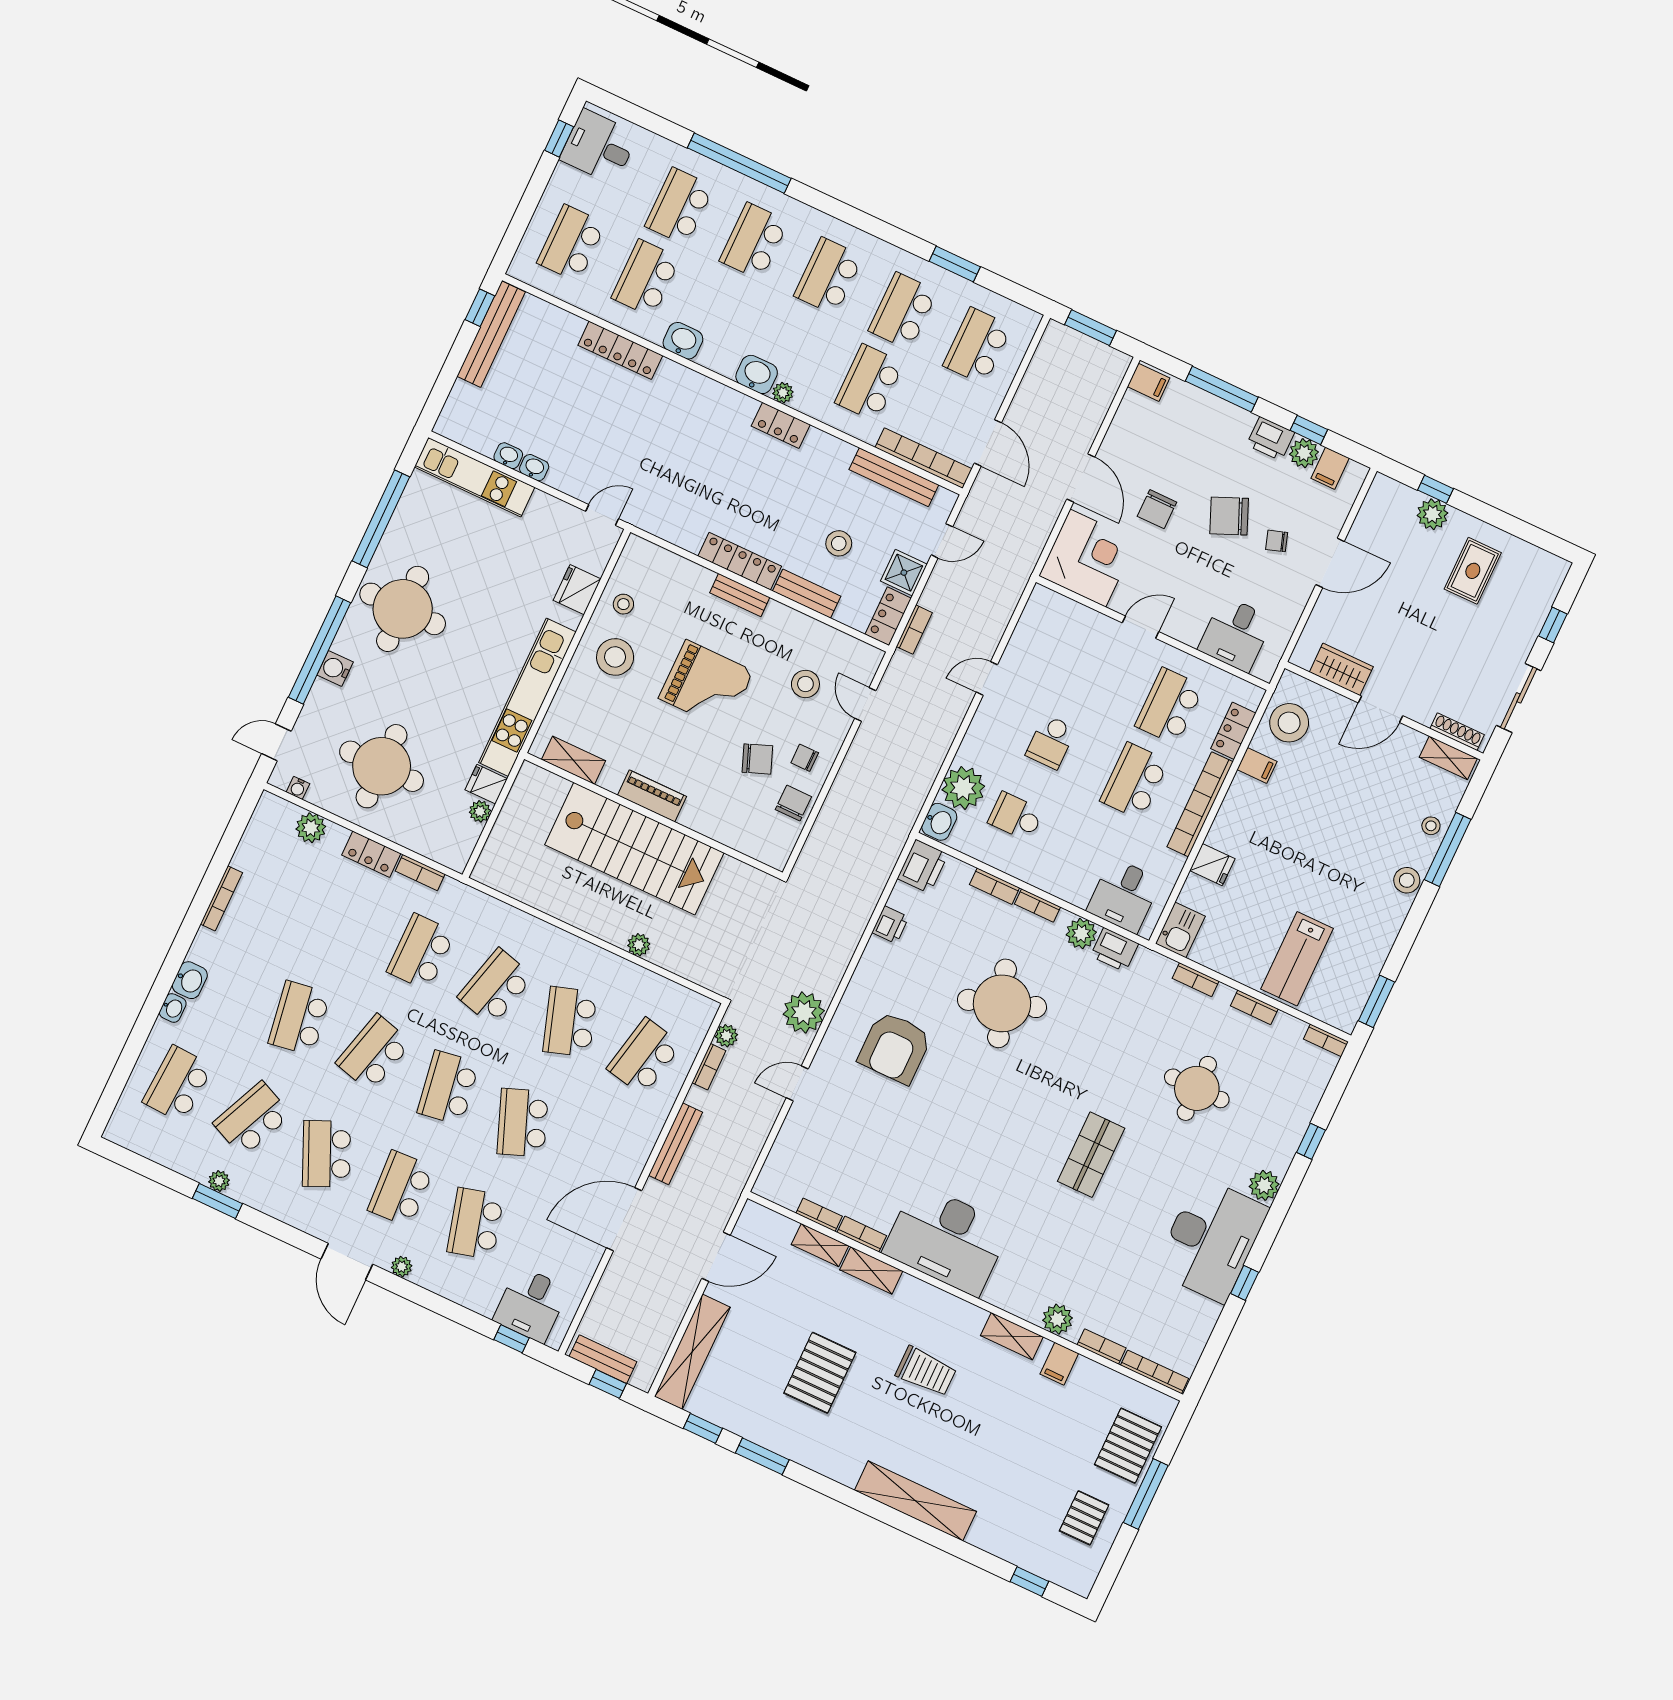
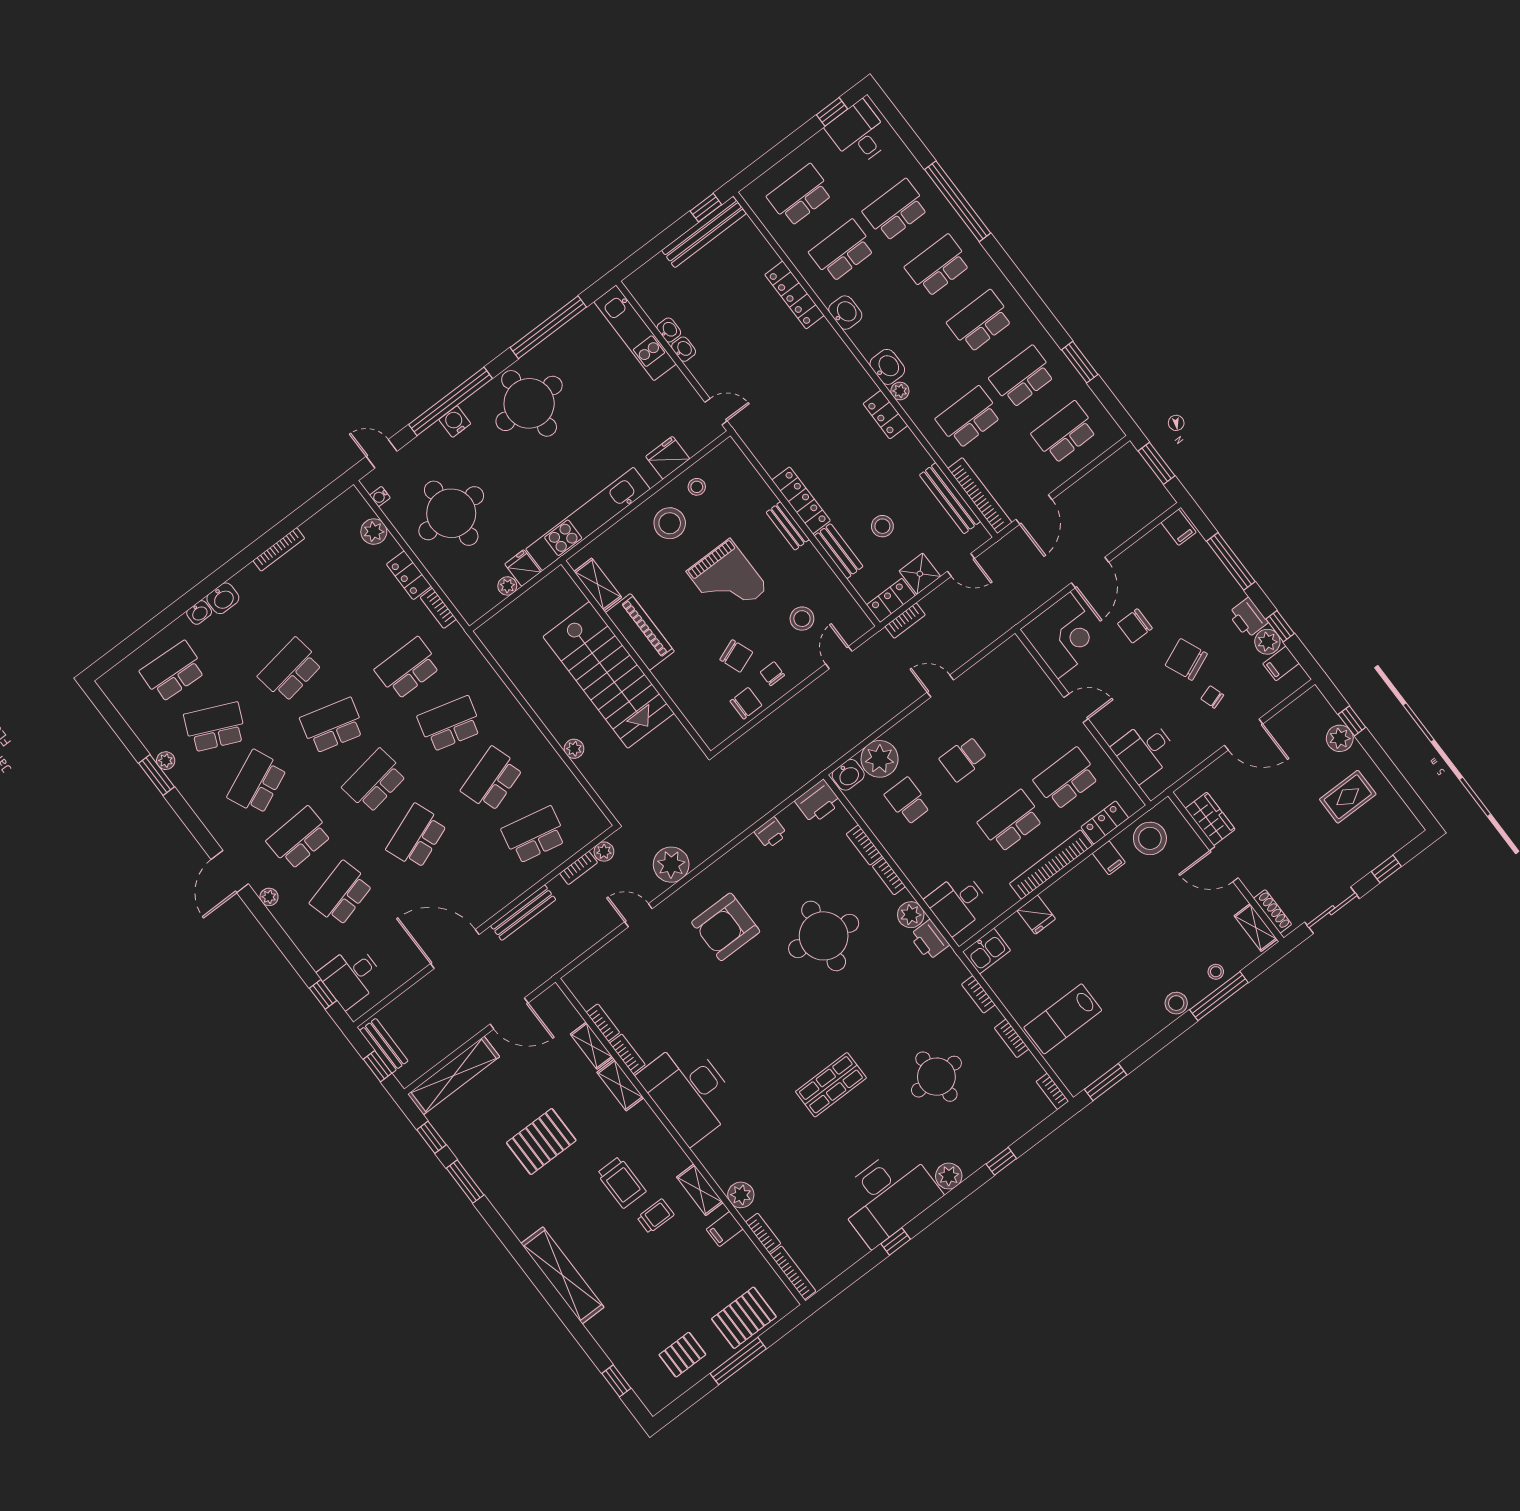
piano: (652, 796) -> (640, 632), width x1.37, depth x1.33
round table: (1002, 1003) -> (824, 936), turned 30
trolley: (980, 1388) -> (656, 1216), added

